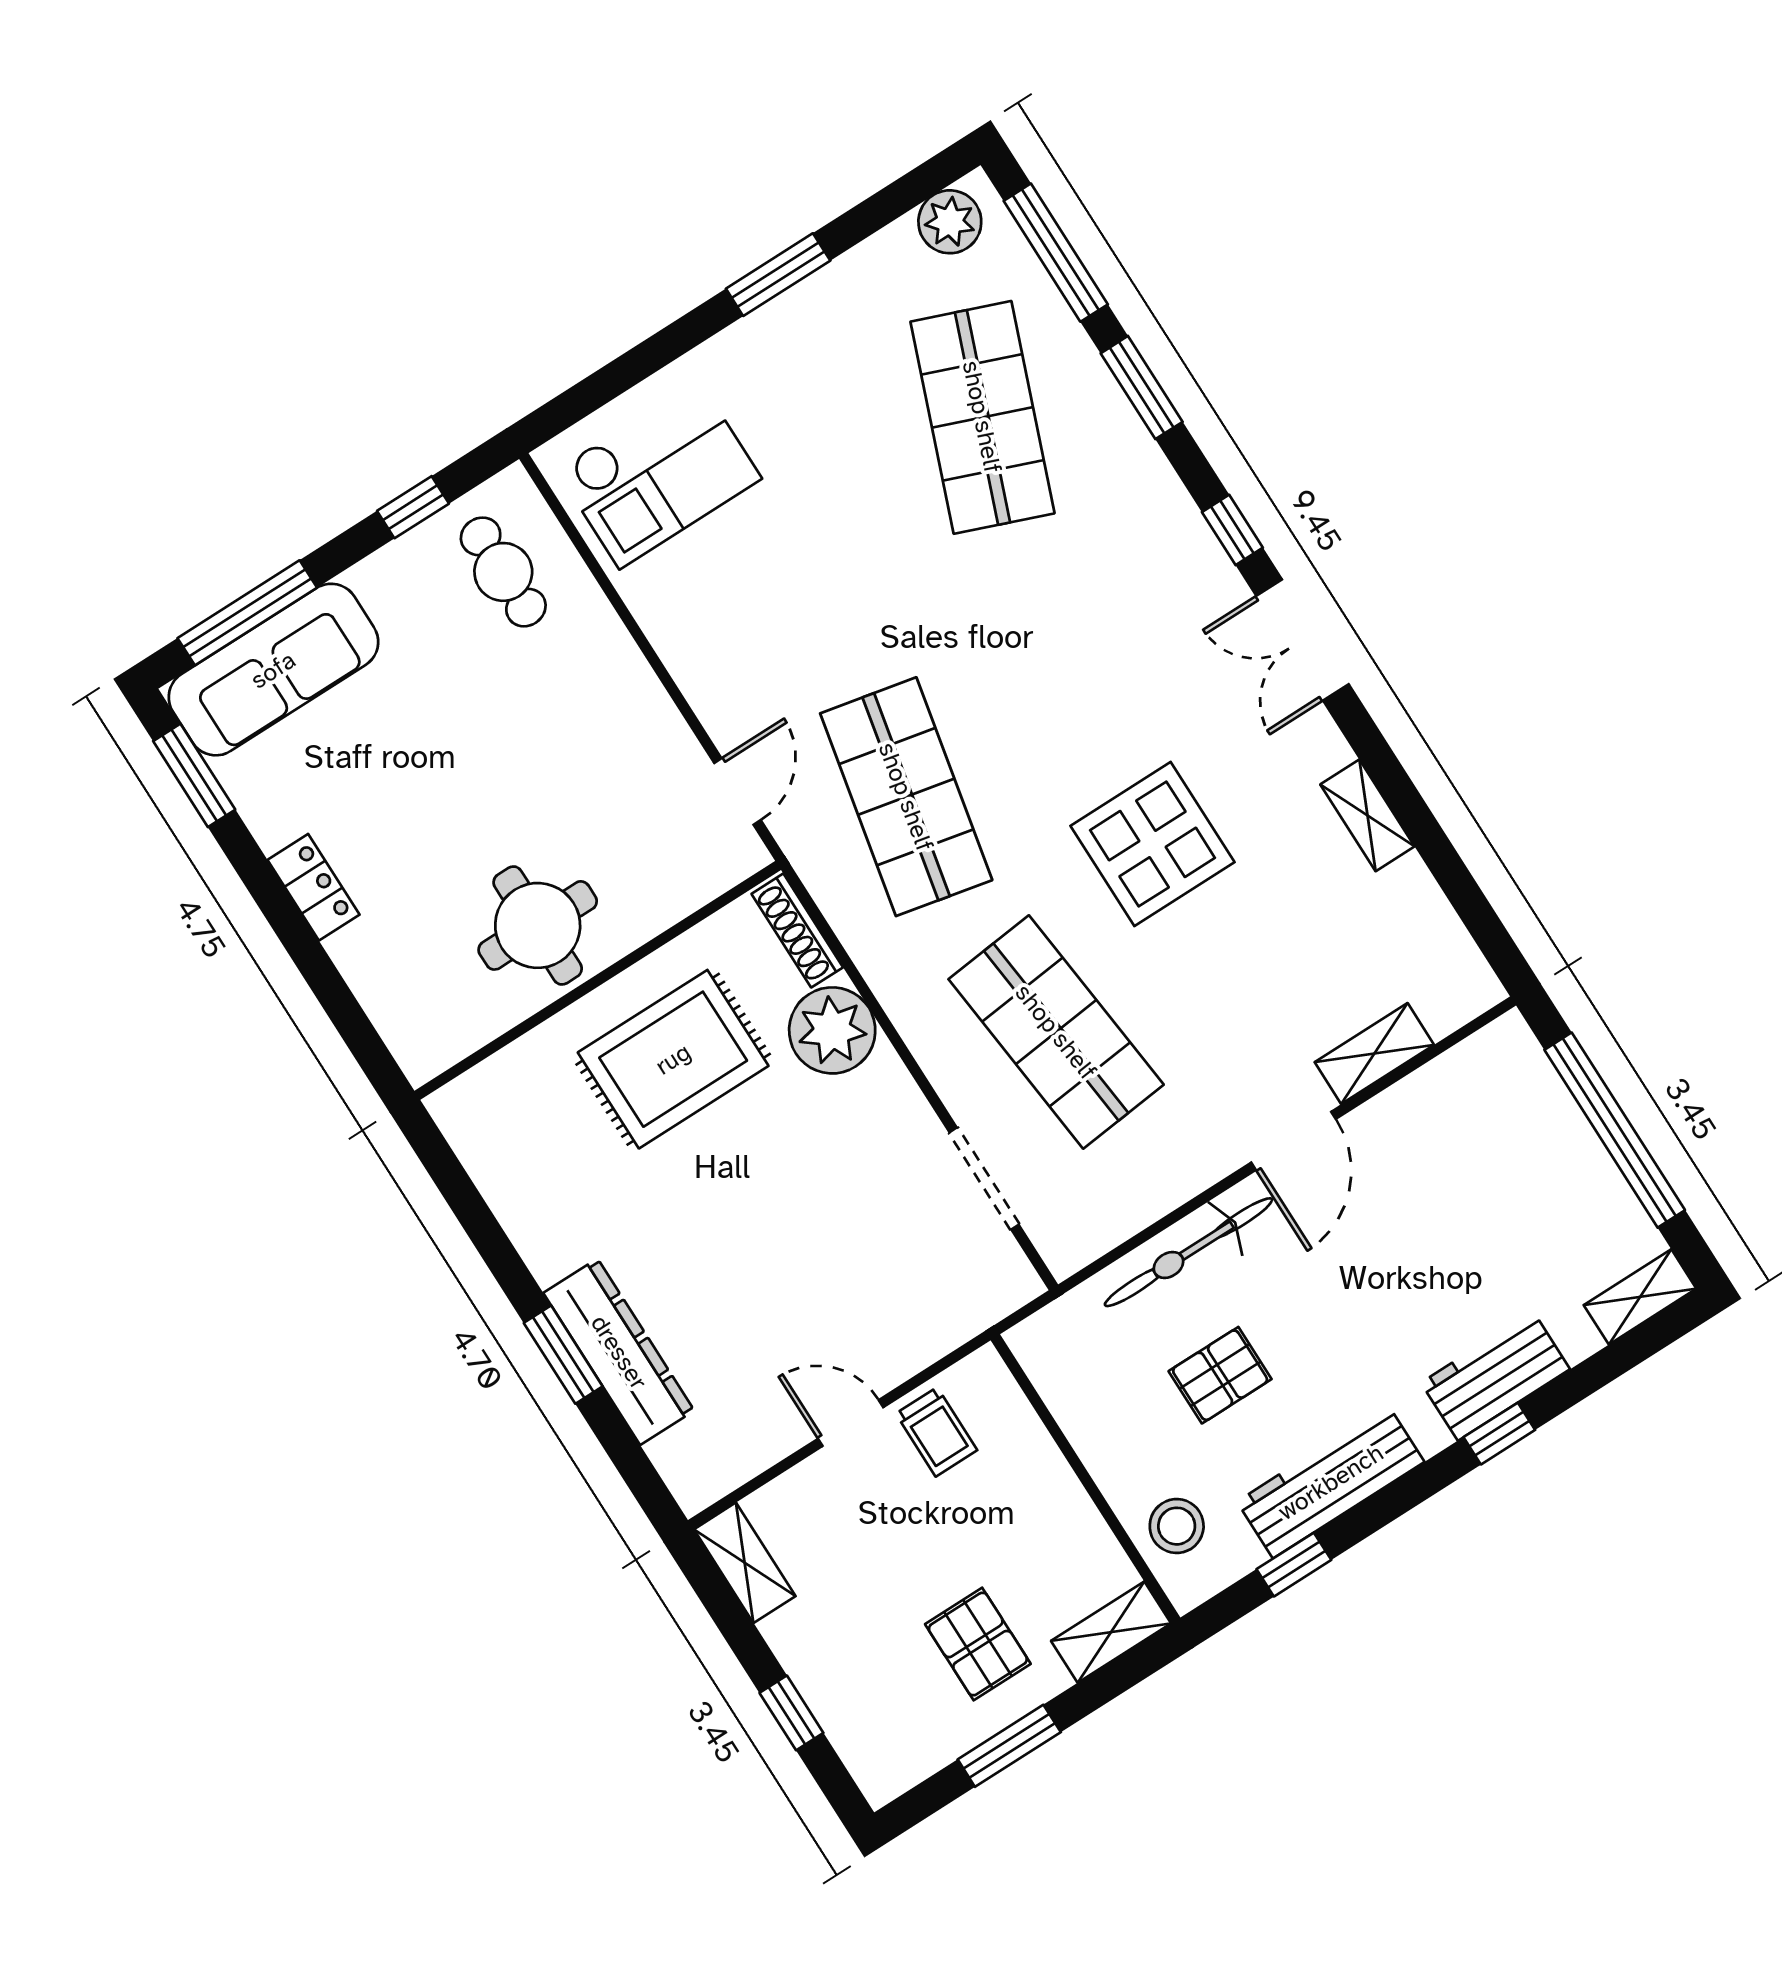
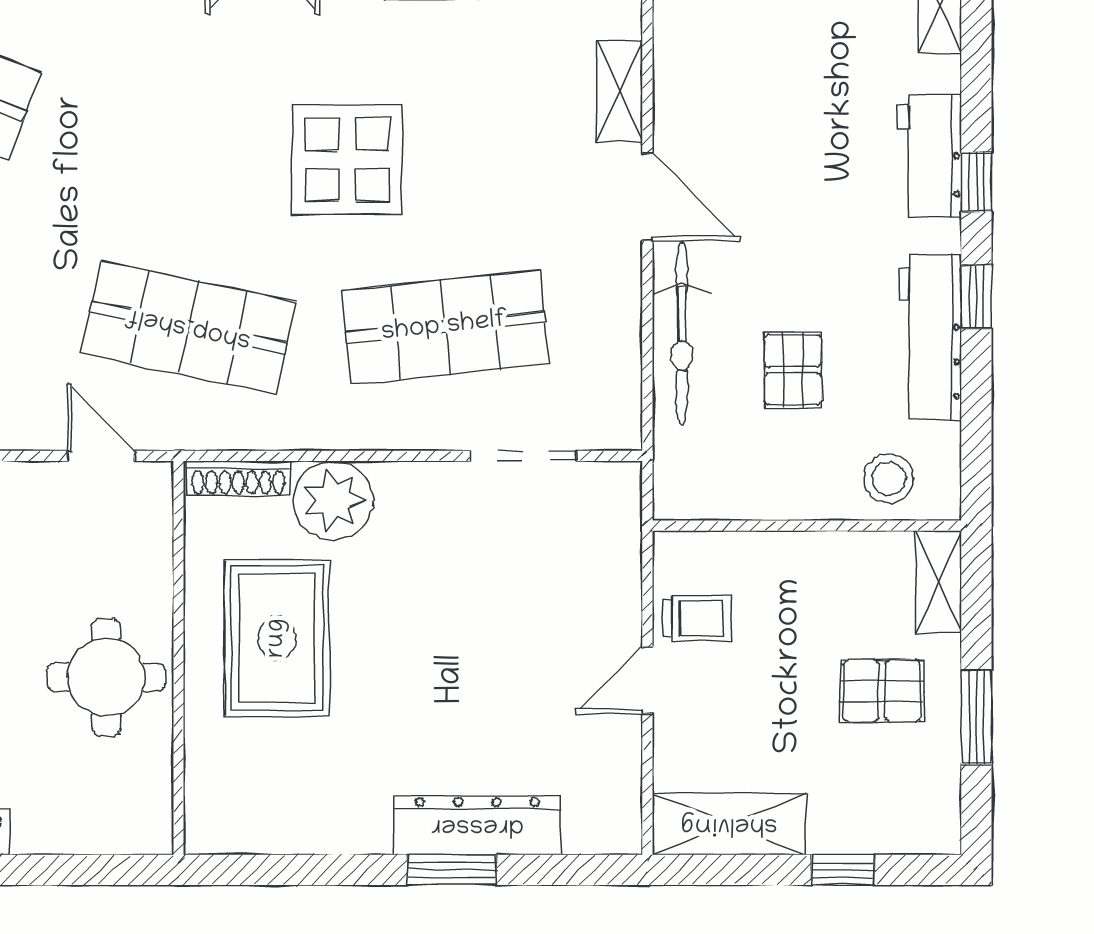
shelving: (745, 1563) -> (729, 824), width x1.50, depth x1.33
window: (1294, 1565) -> (976, 297), moved

